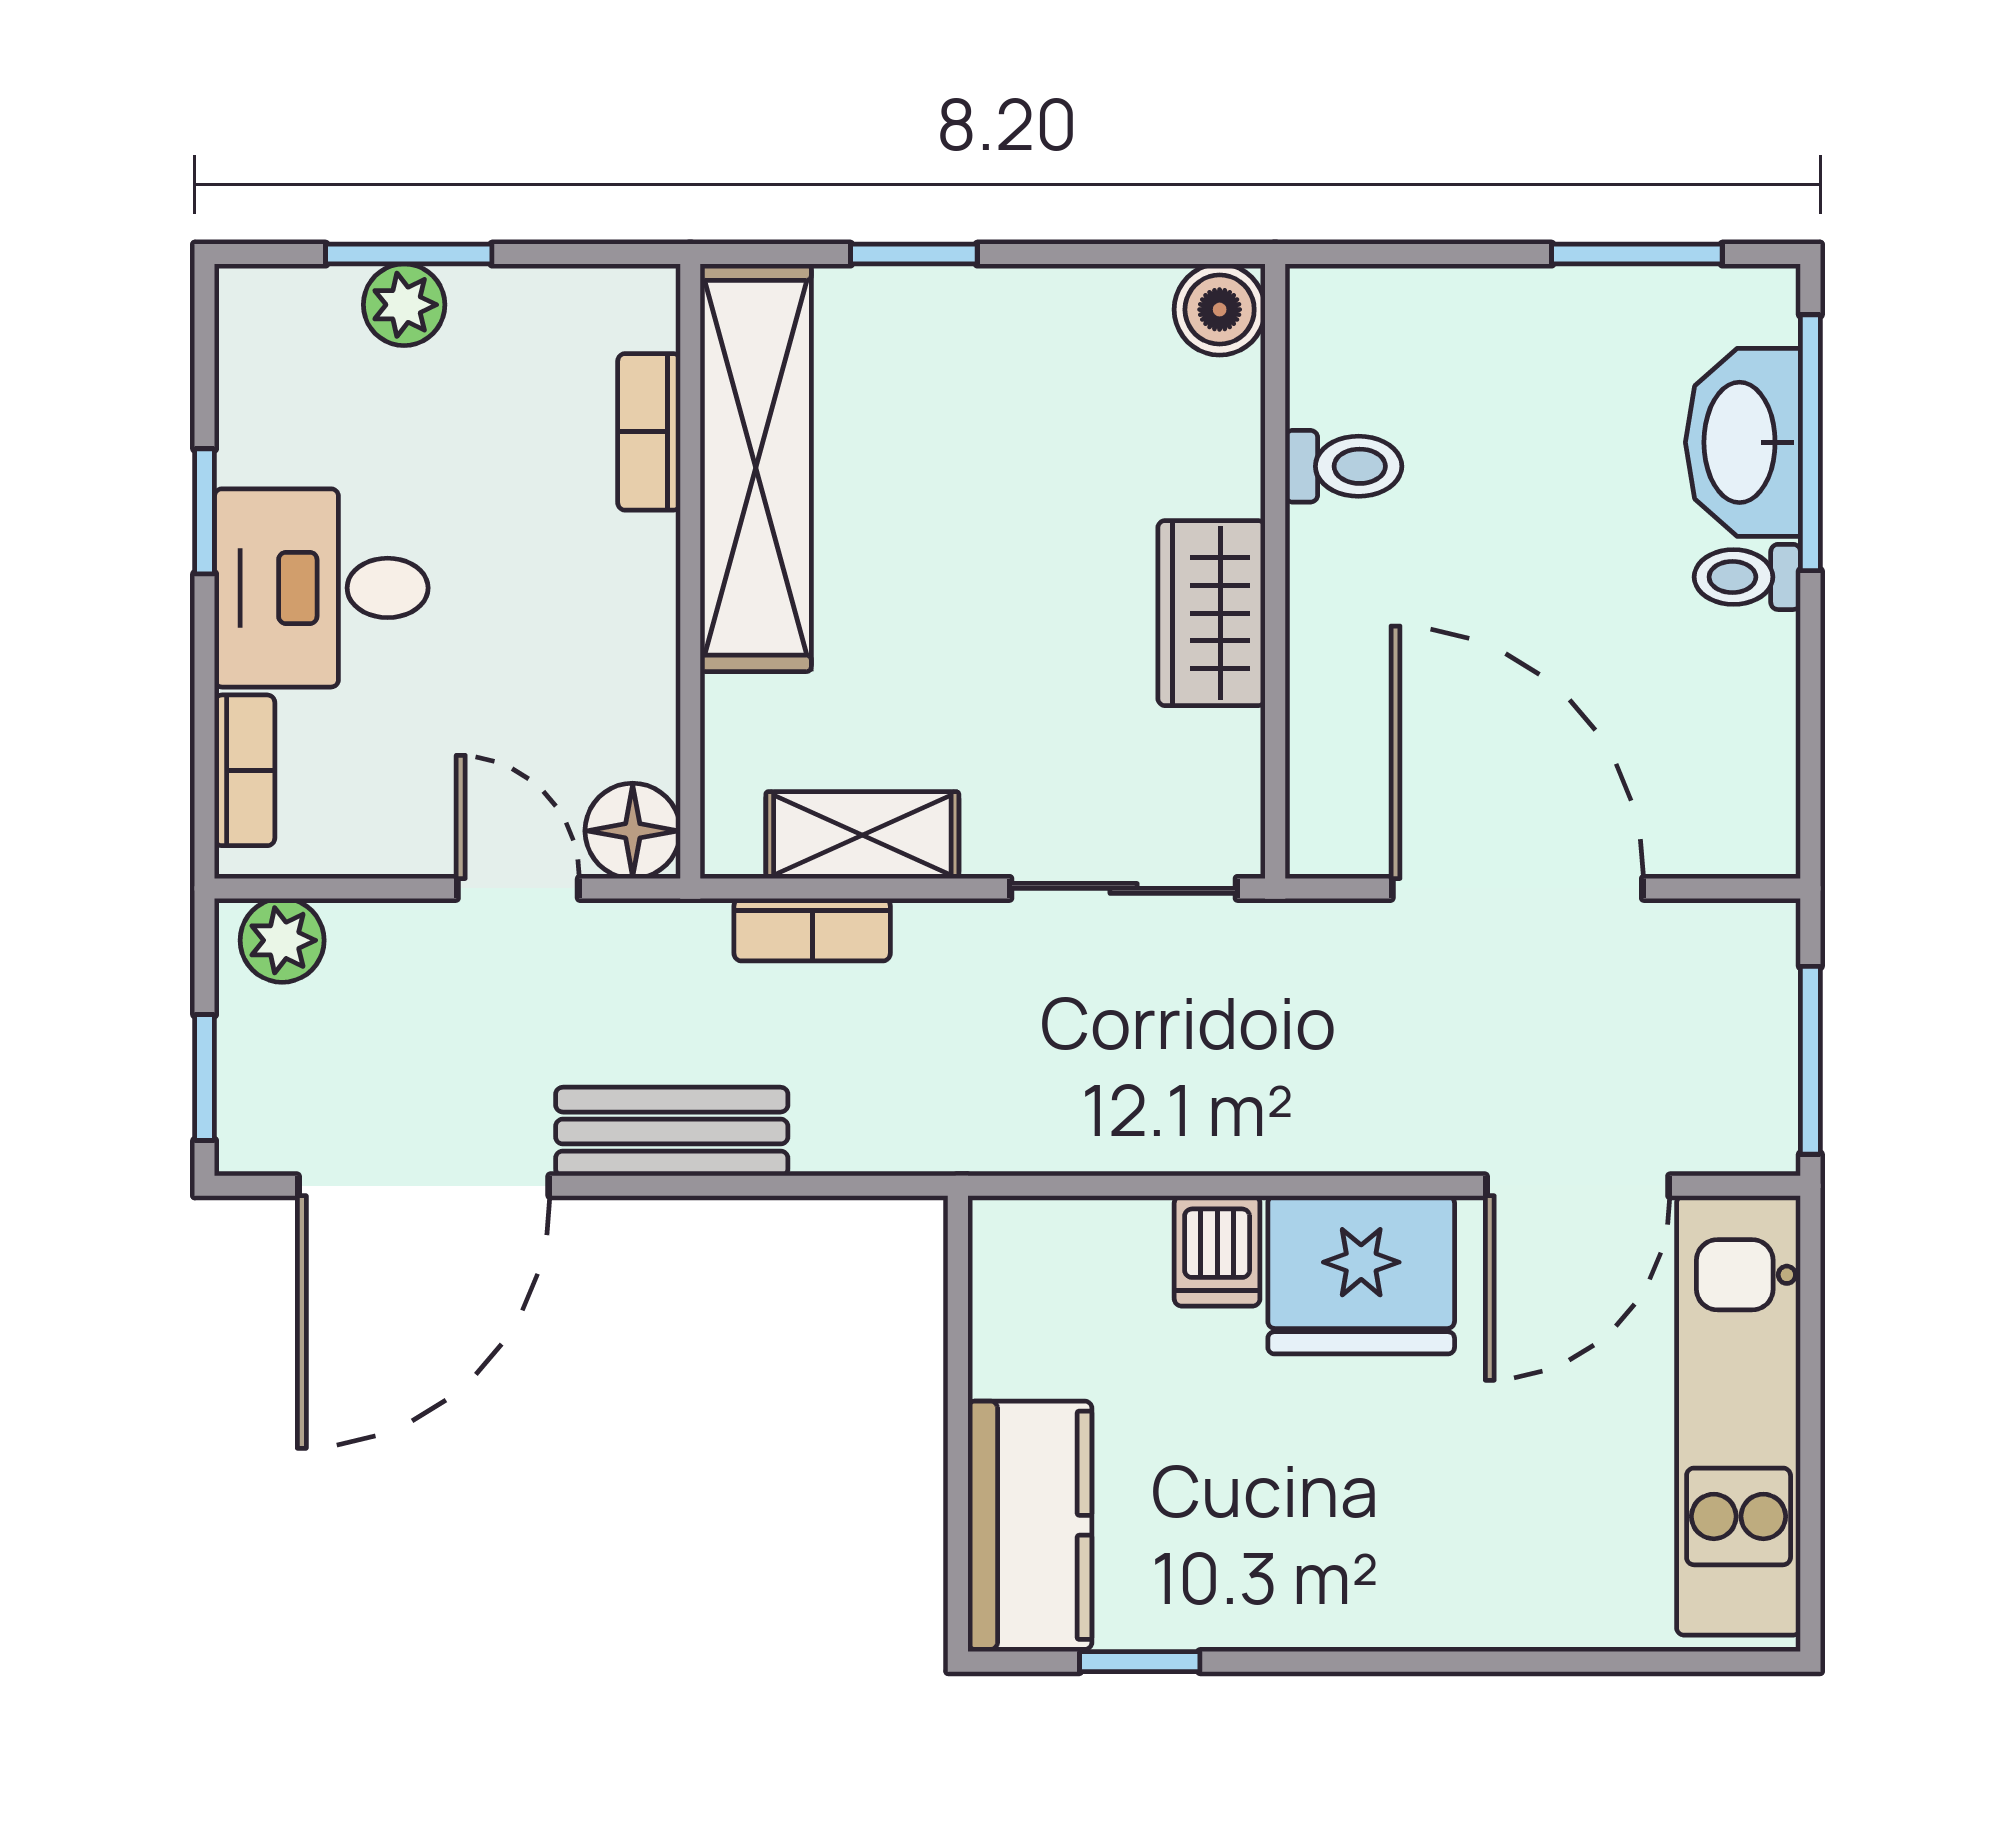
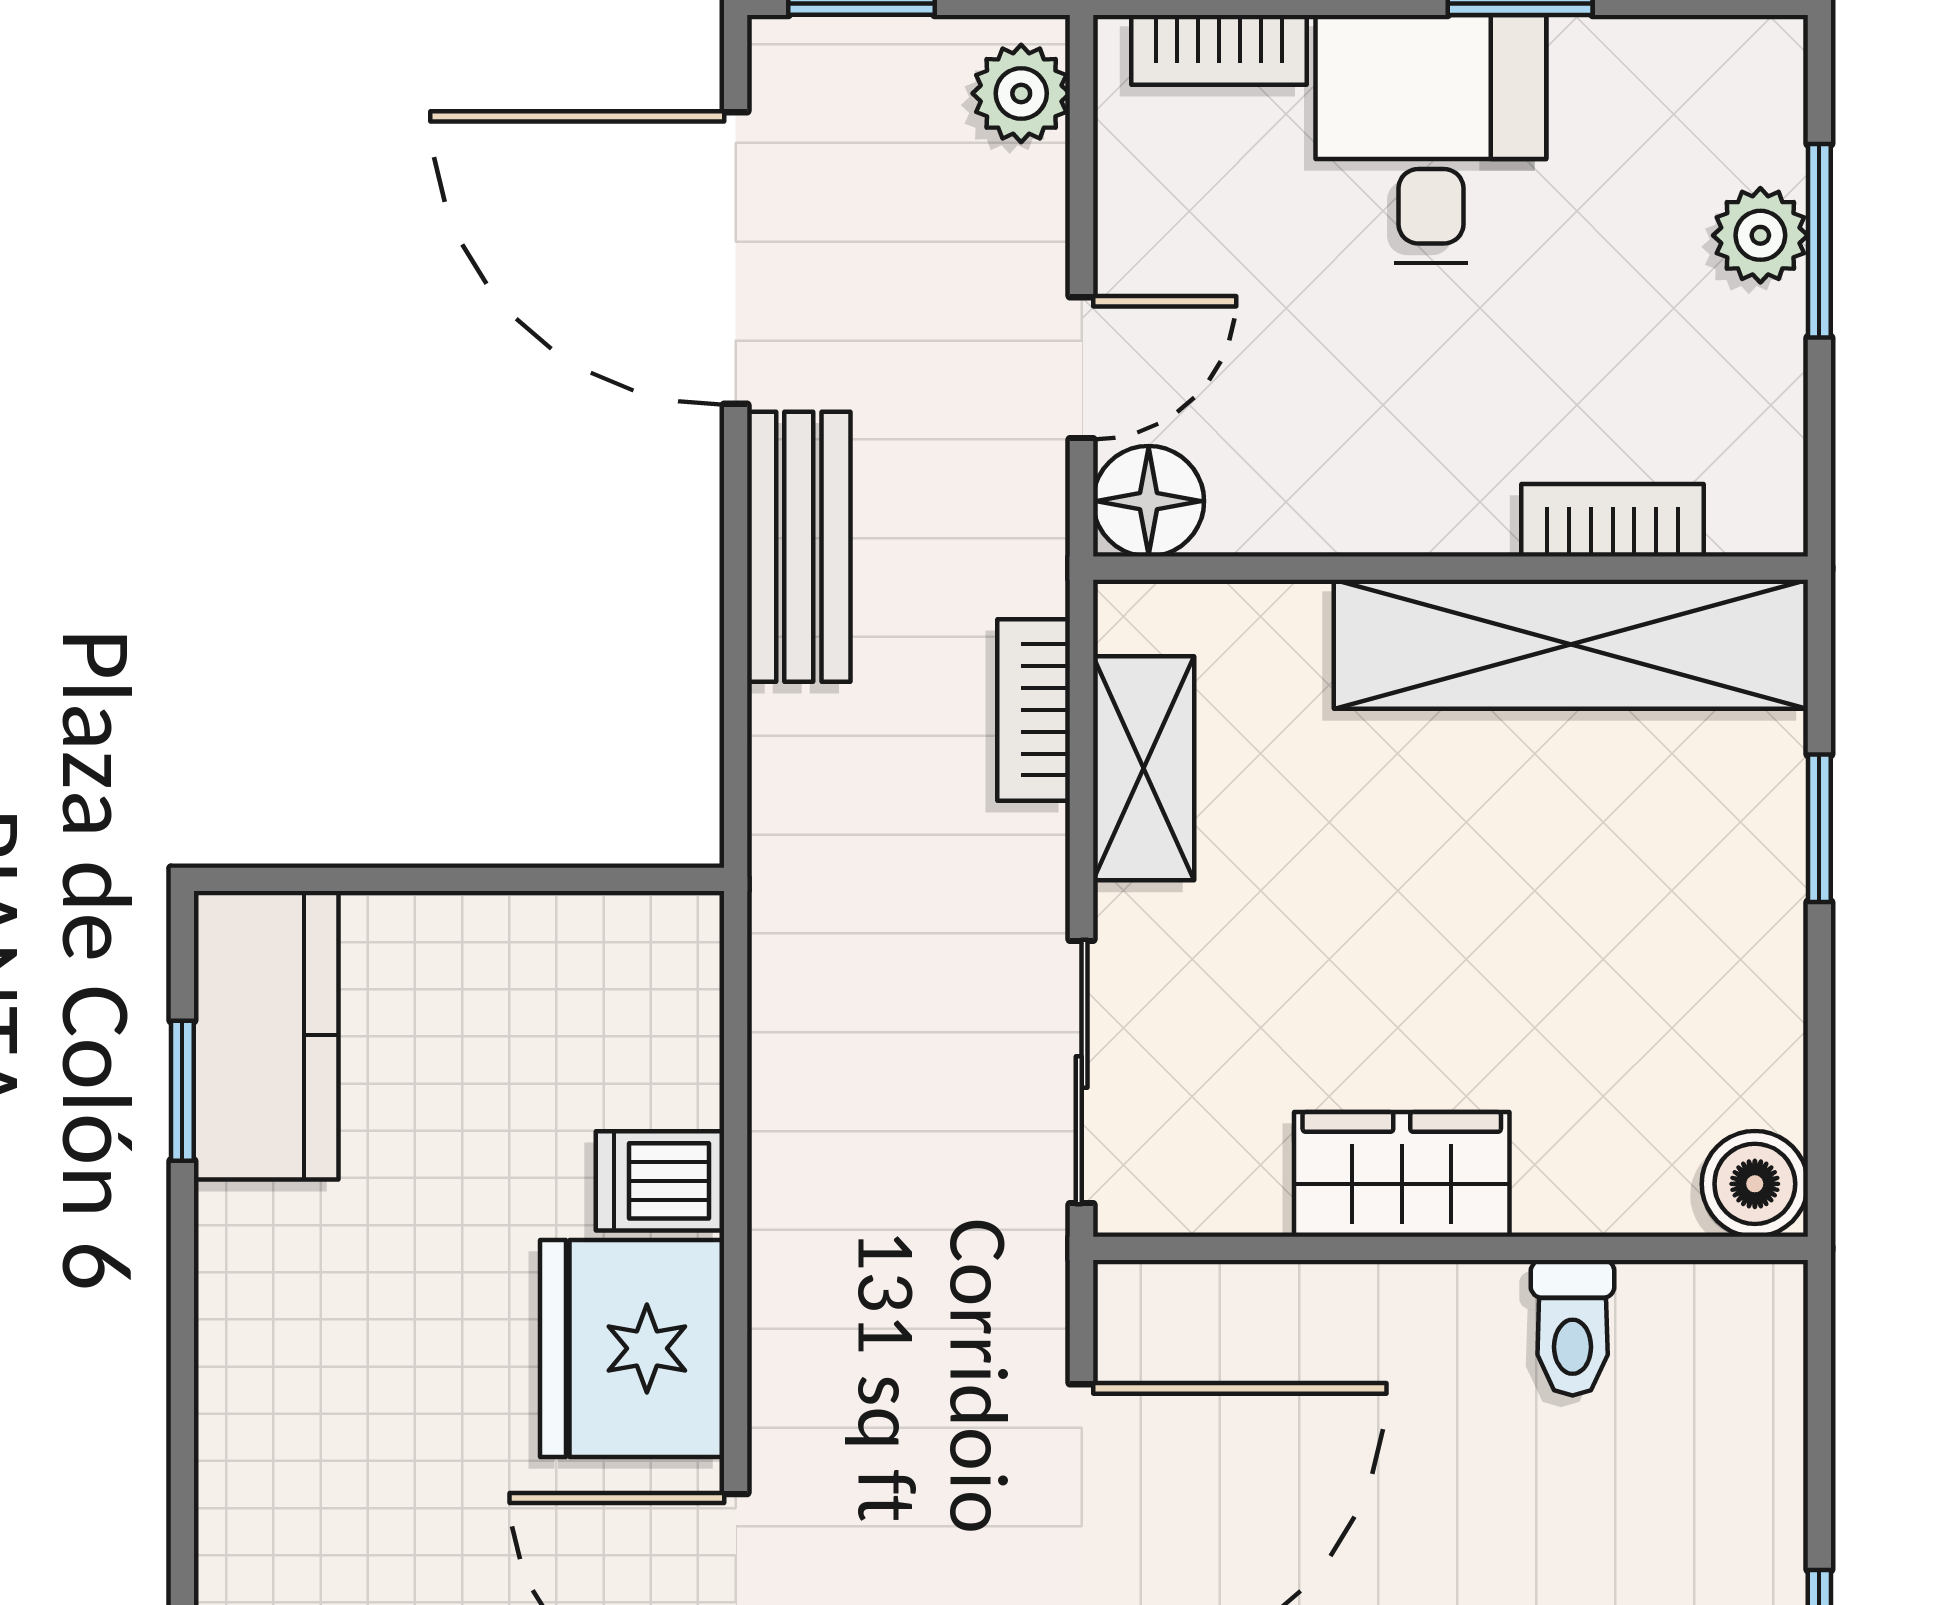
kitchen counter: (1030, 1525) -> (266, 1035), moved, turned -90

